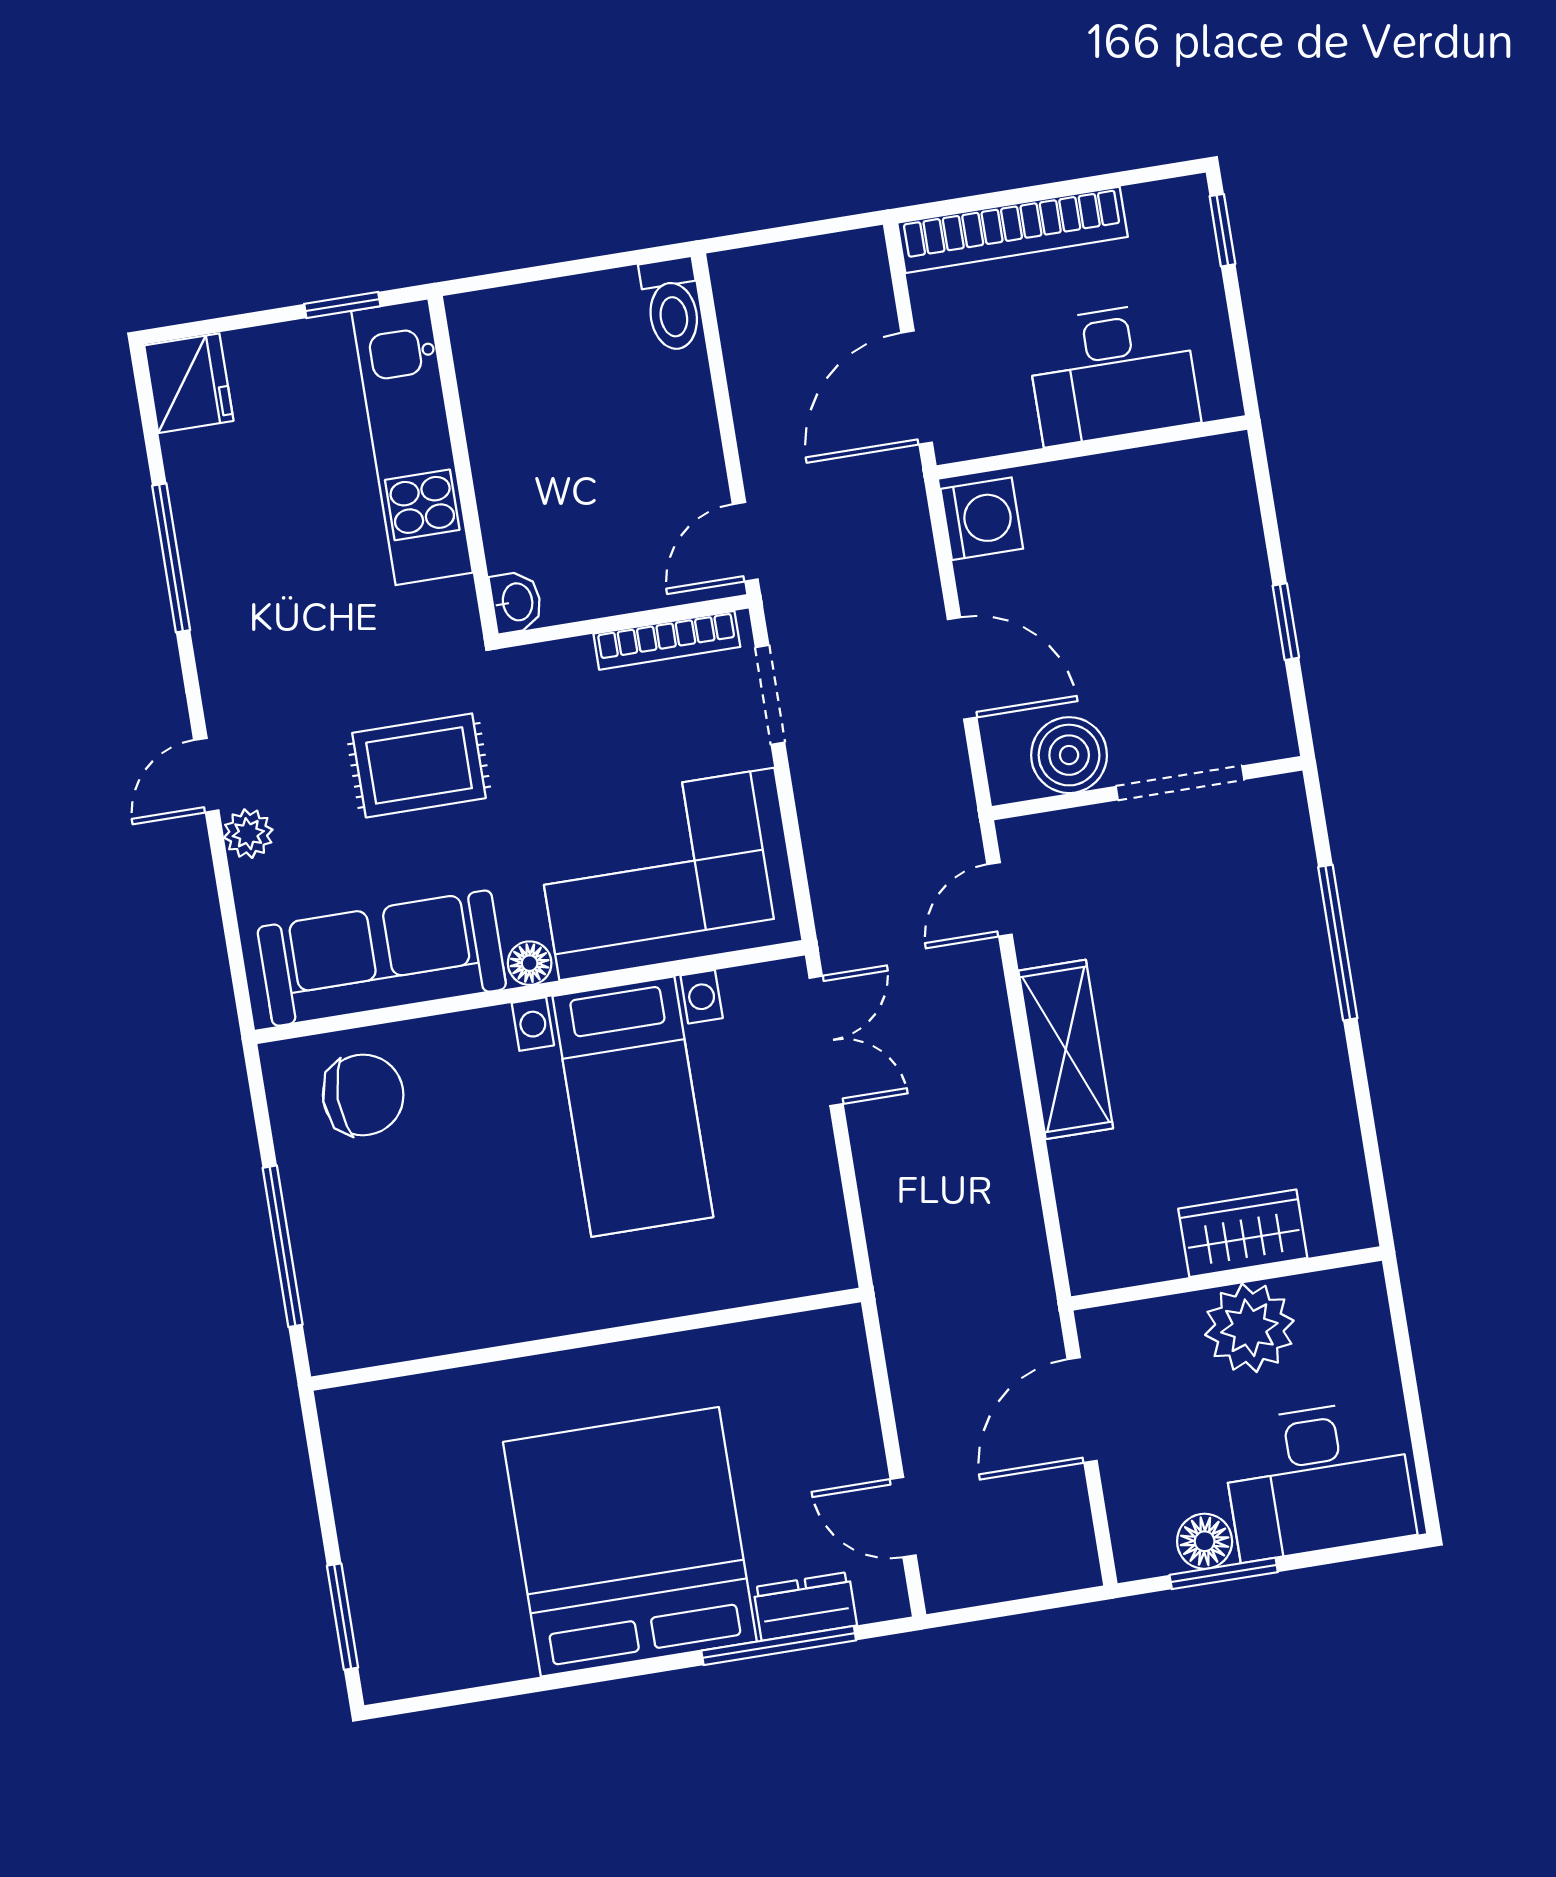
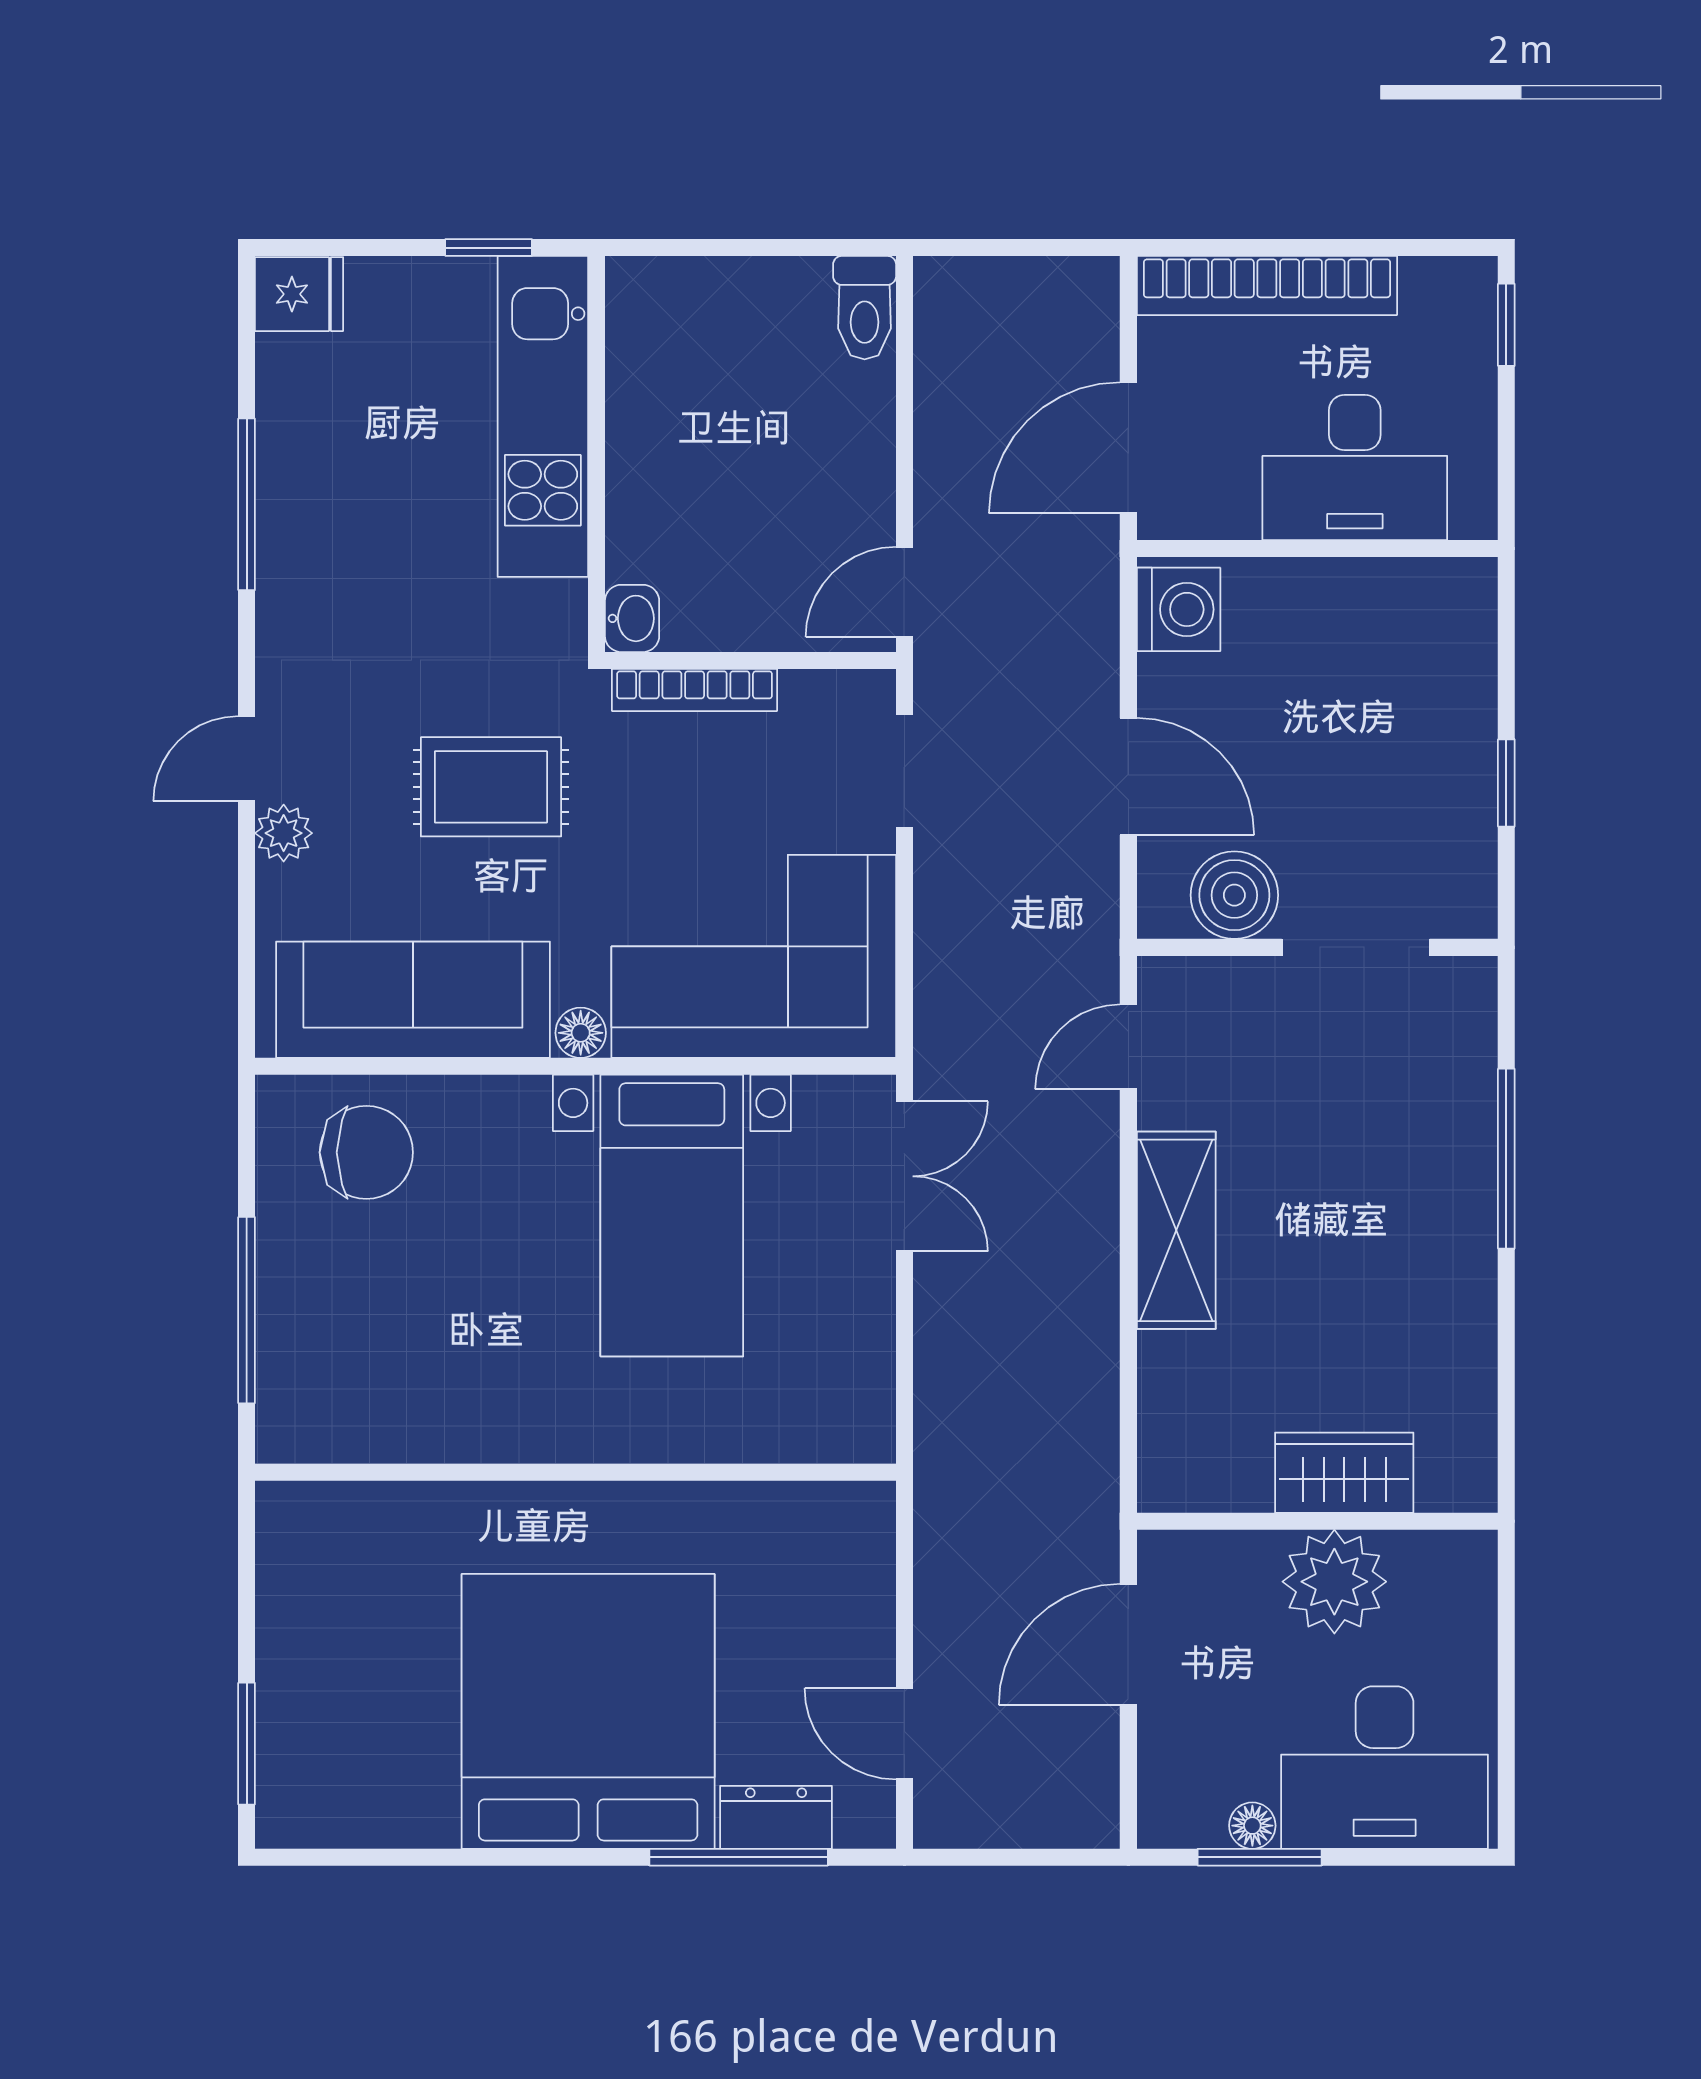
fridge: (189, 383) -> (299, 294), width x0.72
bookcase: (667, 640) -> (695, 690), moved
floor lamp: (1205, 1541) -> (1252, 1826), width x0.73, depth x0.73

